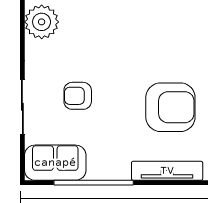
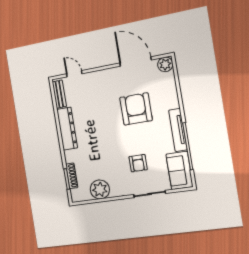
tv unit: (167, 171) -> (178, 130), moved

